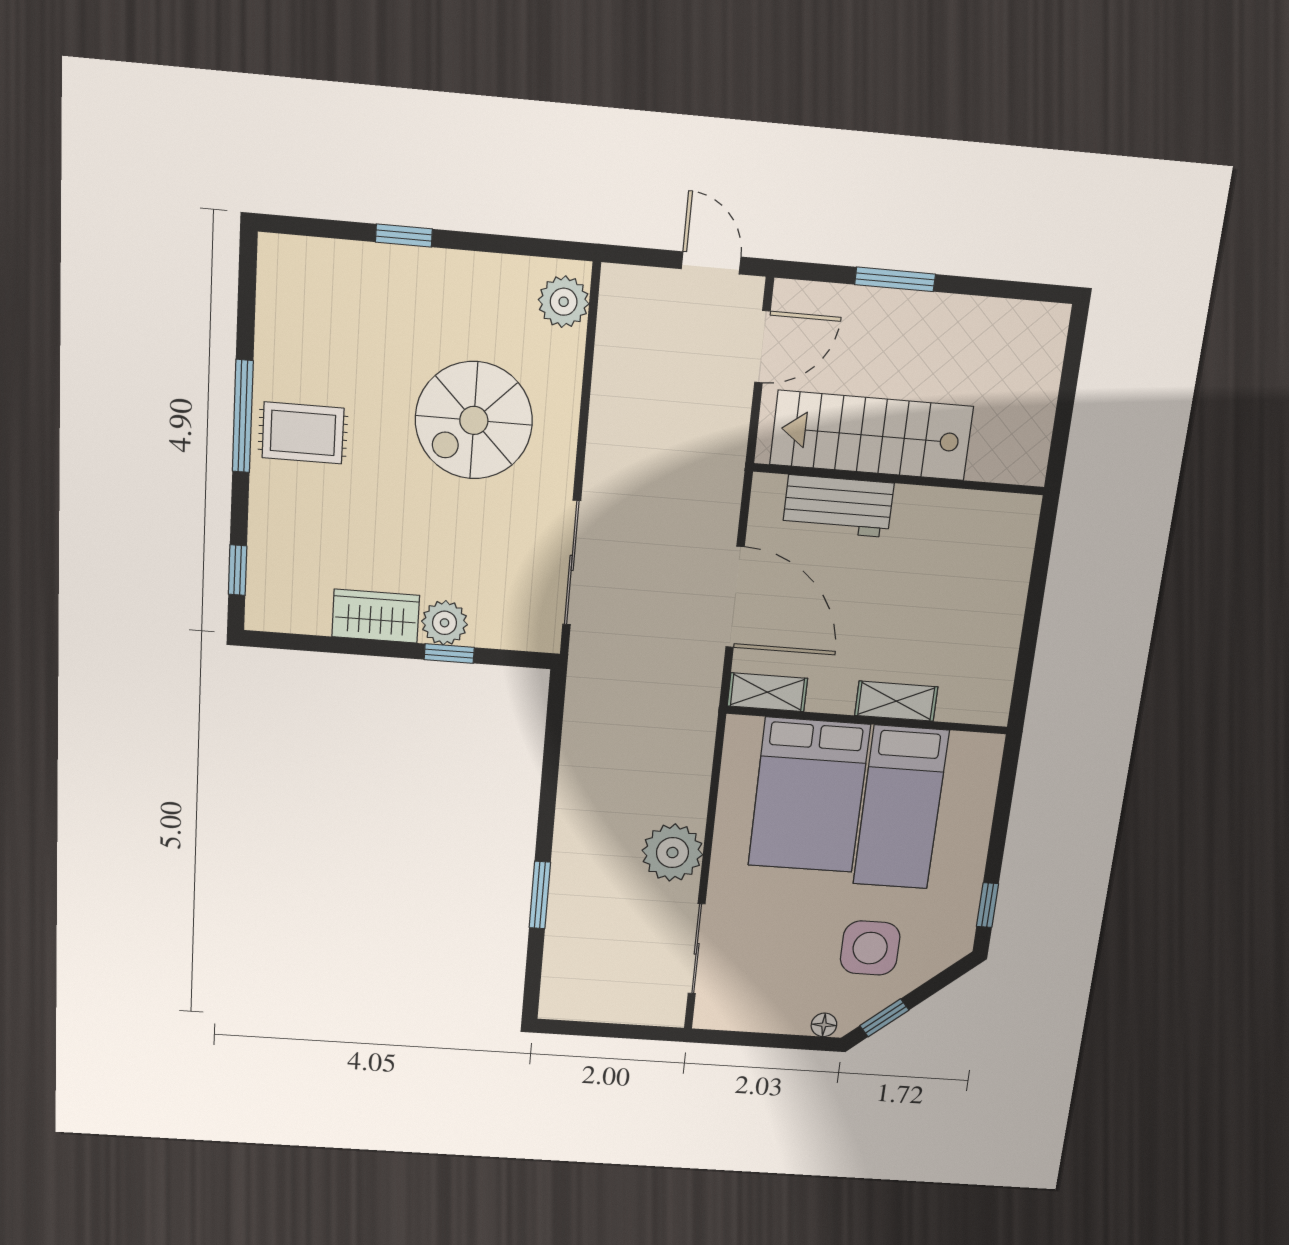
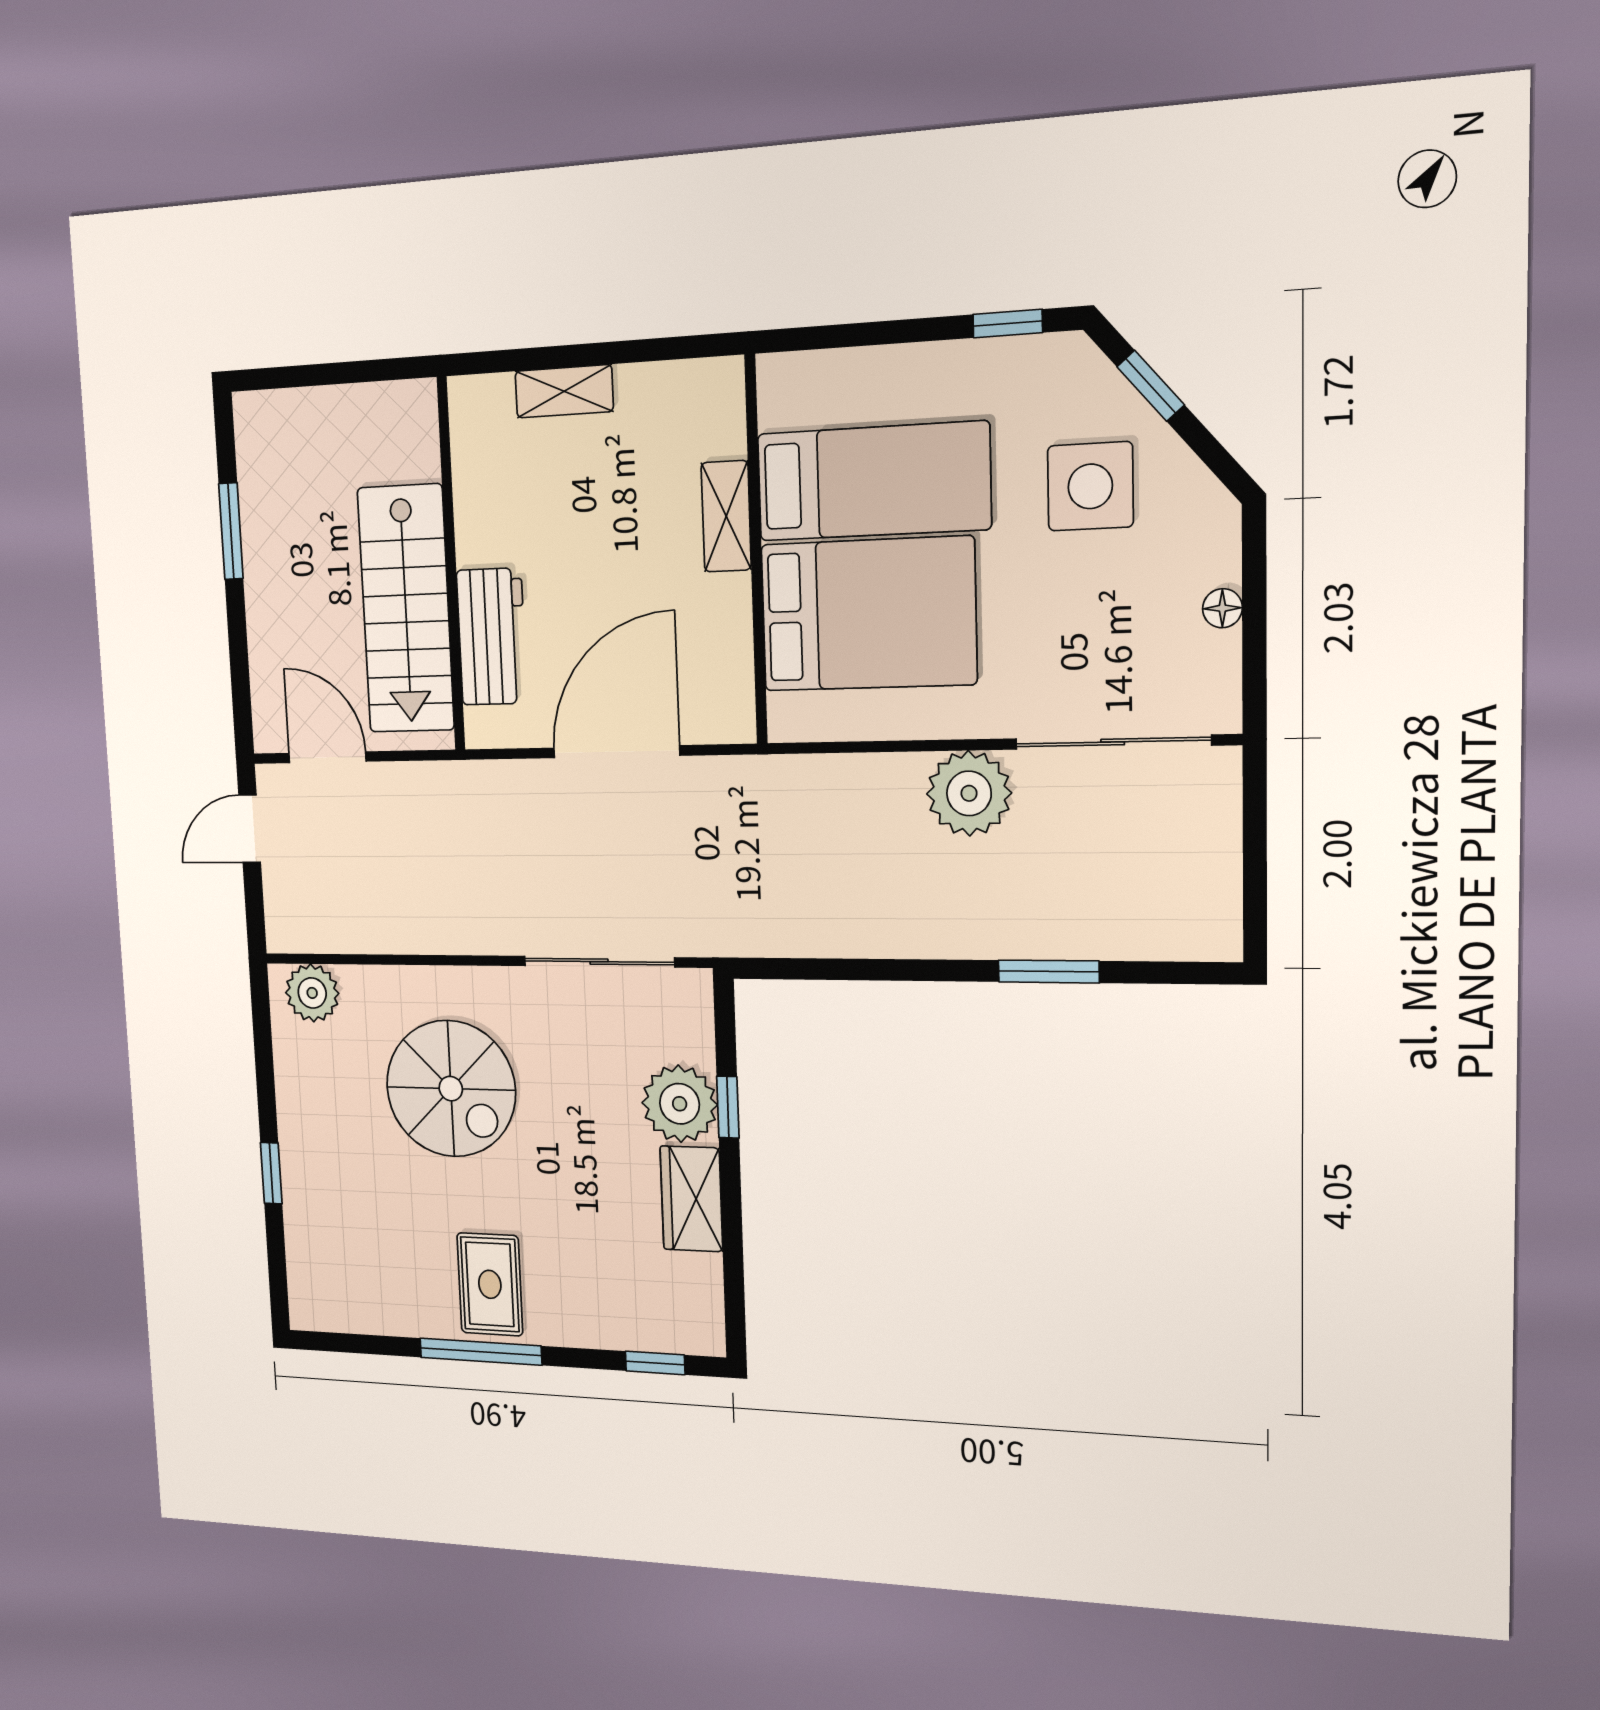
window: (895, 279) -> (231, 531), moved
plant: (445, 623) -> (680, 1104), width x1.36, depth x1.36
shelving: (767, 692) -> (564, 391), moved, turned 90
sliding door: (697, 949) -> (1113, 742), width x1.37
window: (884, 1018) -> (1151, 386), moved
floor lamp: (824, 1025) -> (1222, 608), moved

